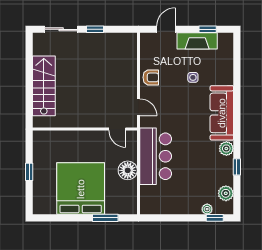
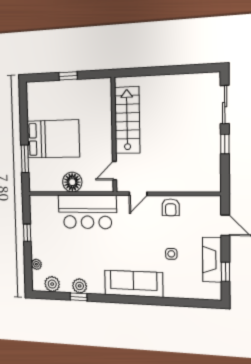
stairs: (44, 86) -> (127, 120), moved, turned -90
plant: (226, 149) -> (80, 286), moved
bed: (81, 189) -> (53, 139), width x0.73
window: (215, 218) -> (27, 233), moved

